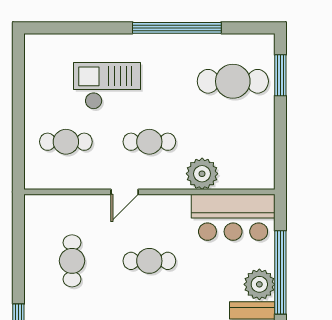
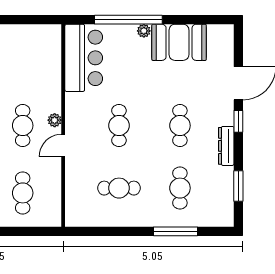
plant: (202, 174) -> (55, 120), moved, width x0.53, depth x0.53
door: (125, 192) -> (63, 146), swing flipped
plant: (259, 284) -> (144, 31), width x0.53, depth x0.53

